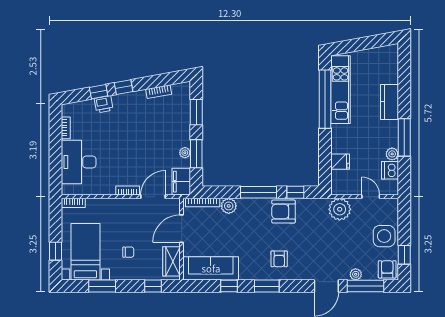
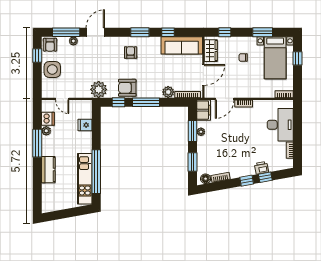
floor lamp: (179, 90) -> (206, 179), added
plant: (340, 209) -> (99, 89), moved
armchair: (284, 212) -> (127, 88), turned 180

